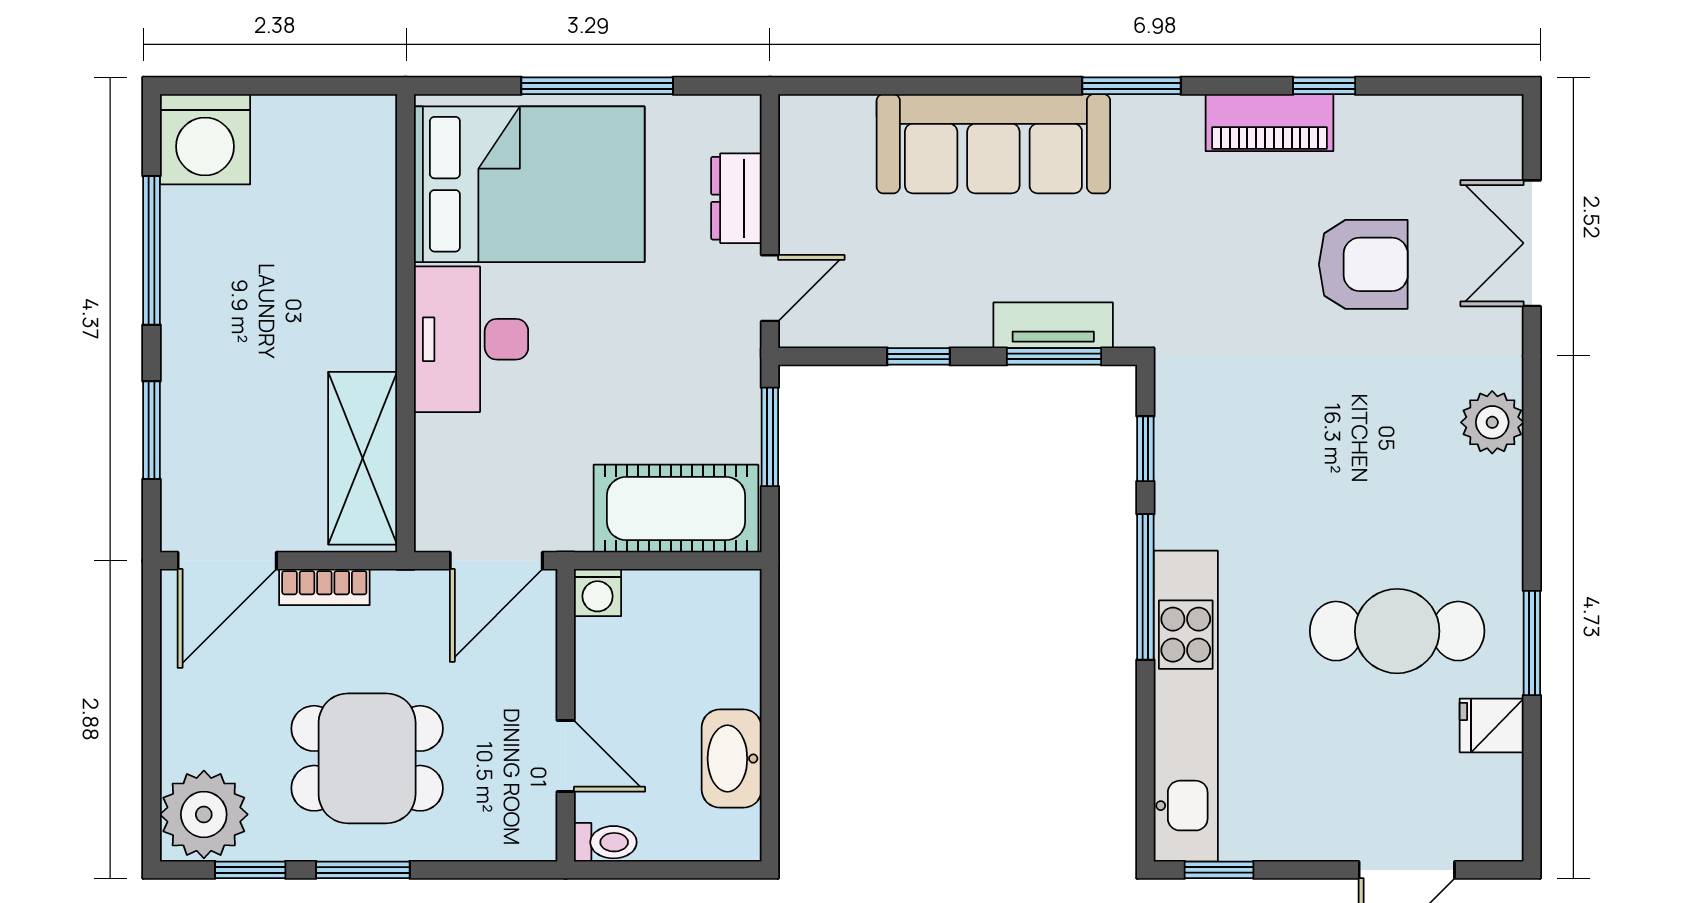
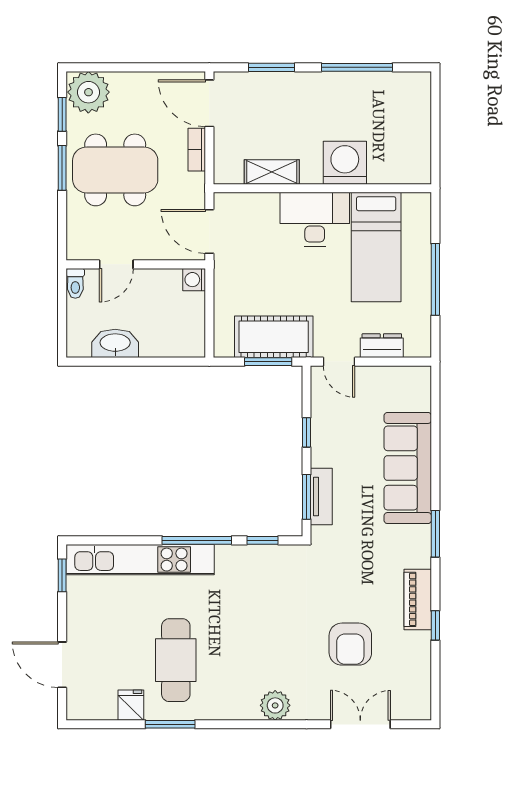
washing machine: (205, 139) -> (345, 163), moved, turned 90
bed: (529, 184) -> (376, 247), width x0.67
shelving: (363, 458) -> (272, 172), width x0.67, depth x0.75
cot: (676, 509) -> (274, 337), moved, turned 90
dining table: (367, 758) -> (115, 170), width x1.38

